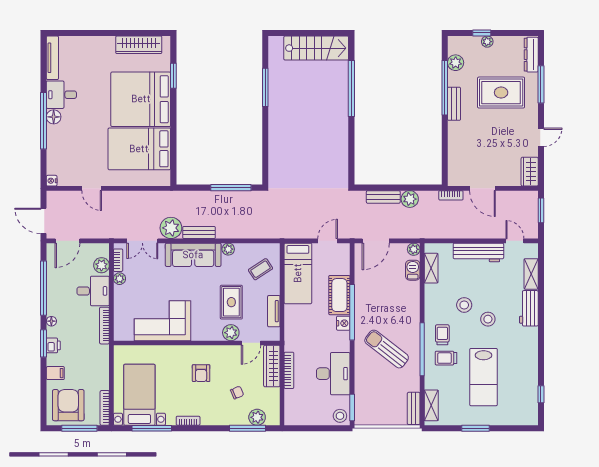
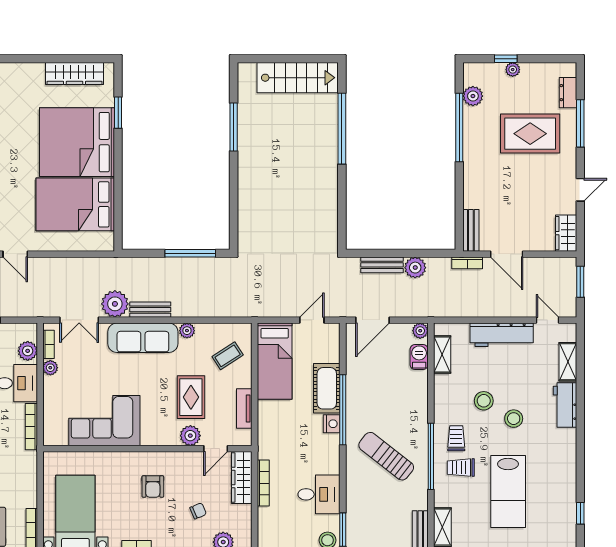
dresser: (531, 55) -> (568, 93), width x0.70
bench: (454, 104) -> (471, 230), moved
desk: (333, 374) -> (319, 494), width x0.73

